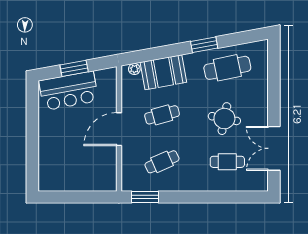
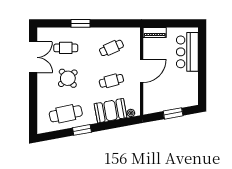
bar counter: (69, 91) -> (187, 52), moved, turned -80
round table: (224, 119) -> (68, 78), turned 38
piano: (100, 184) -> (155, 32), added
window: (145, 197) -> (81, 23), moved

